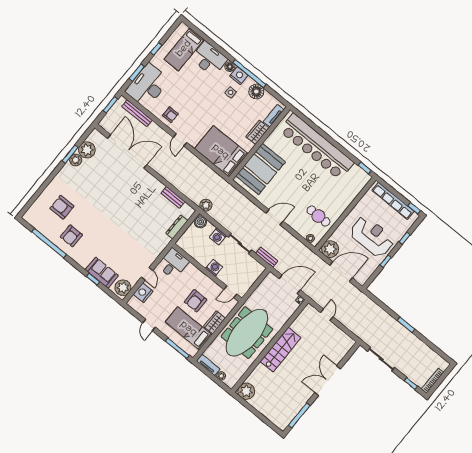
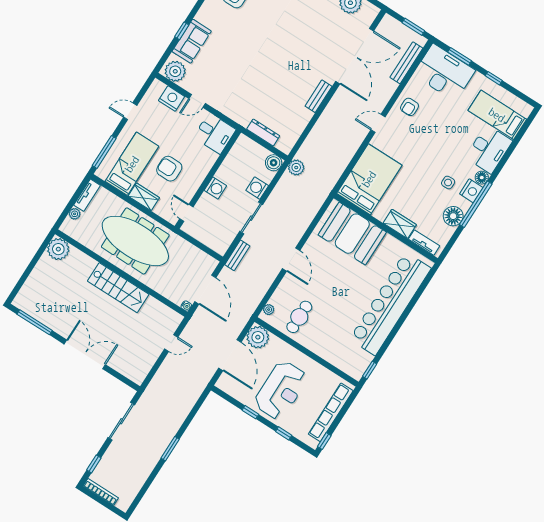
bench: (173, 197) -> (319, 96), moved

